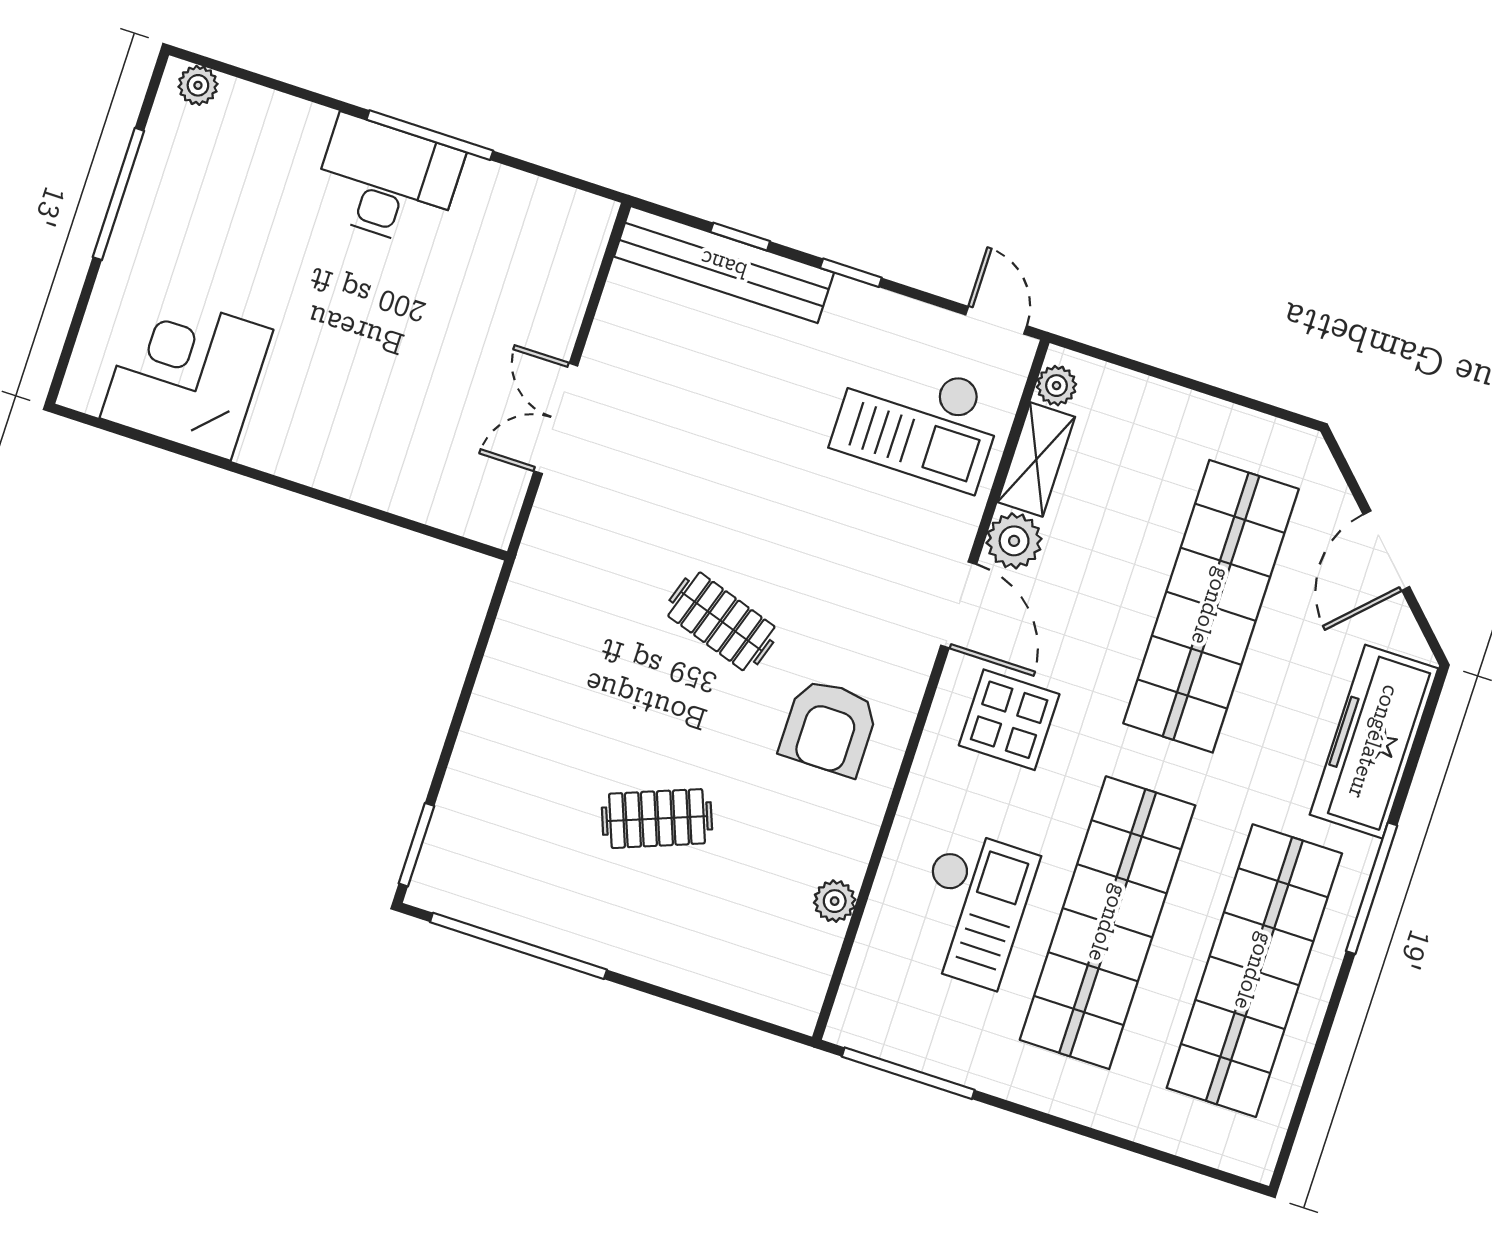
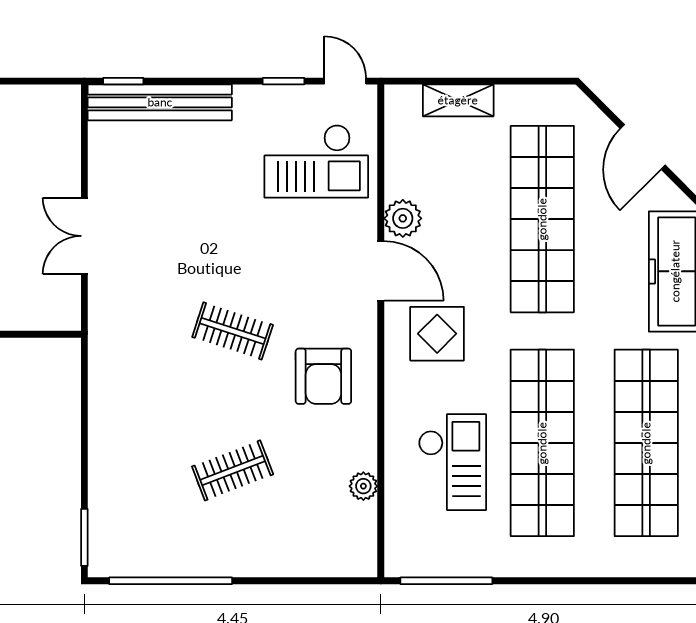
window: (740, 237) -> (123, 81), moved
window: (851, 273) -> (284, 81), moved
plant: (1056, 386) -> (397, 110), removed
shelving: (1036, 459) -> (458, 100), moved, turned 90

